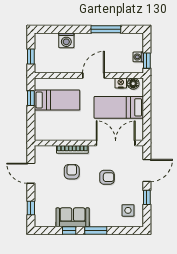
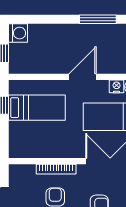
washing machine: (66, 40) -> (18, 33), moved, turned -90

